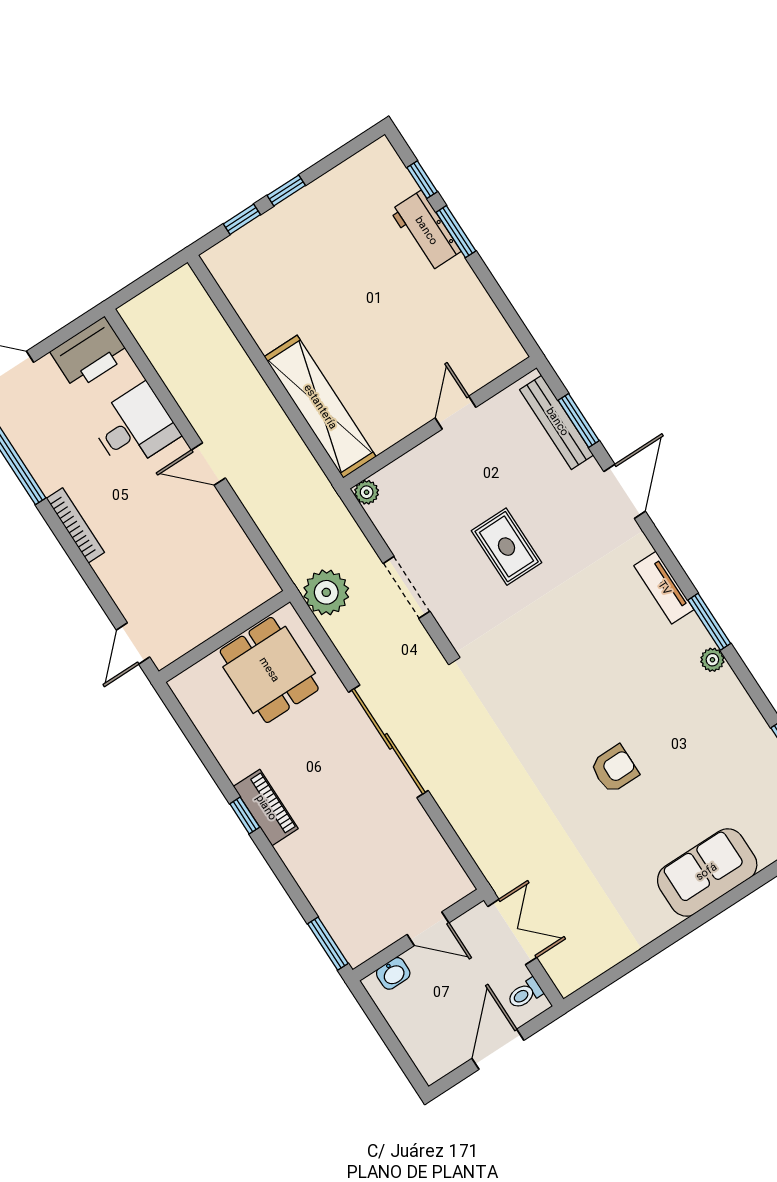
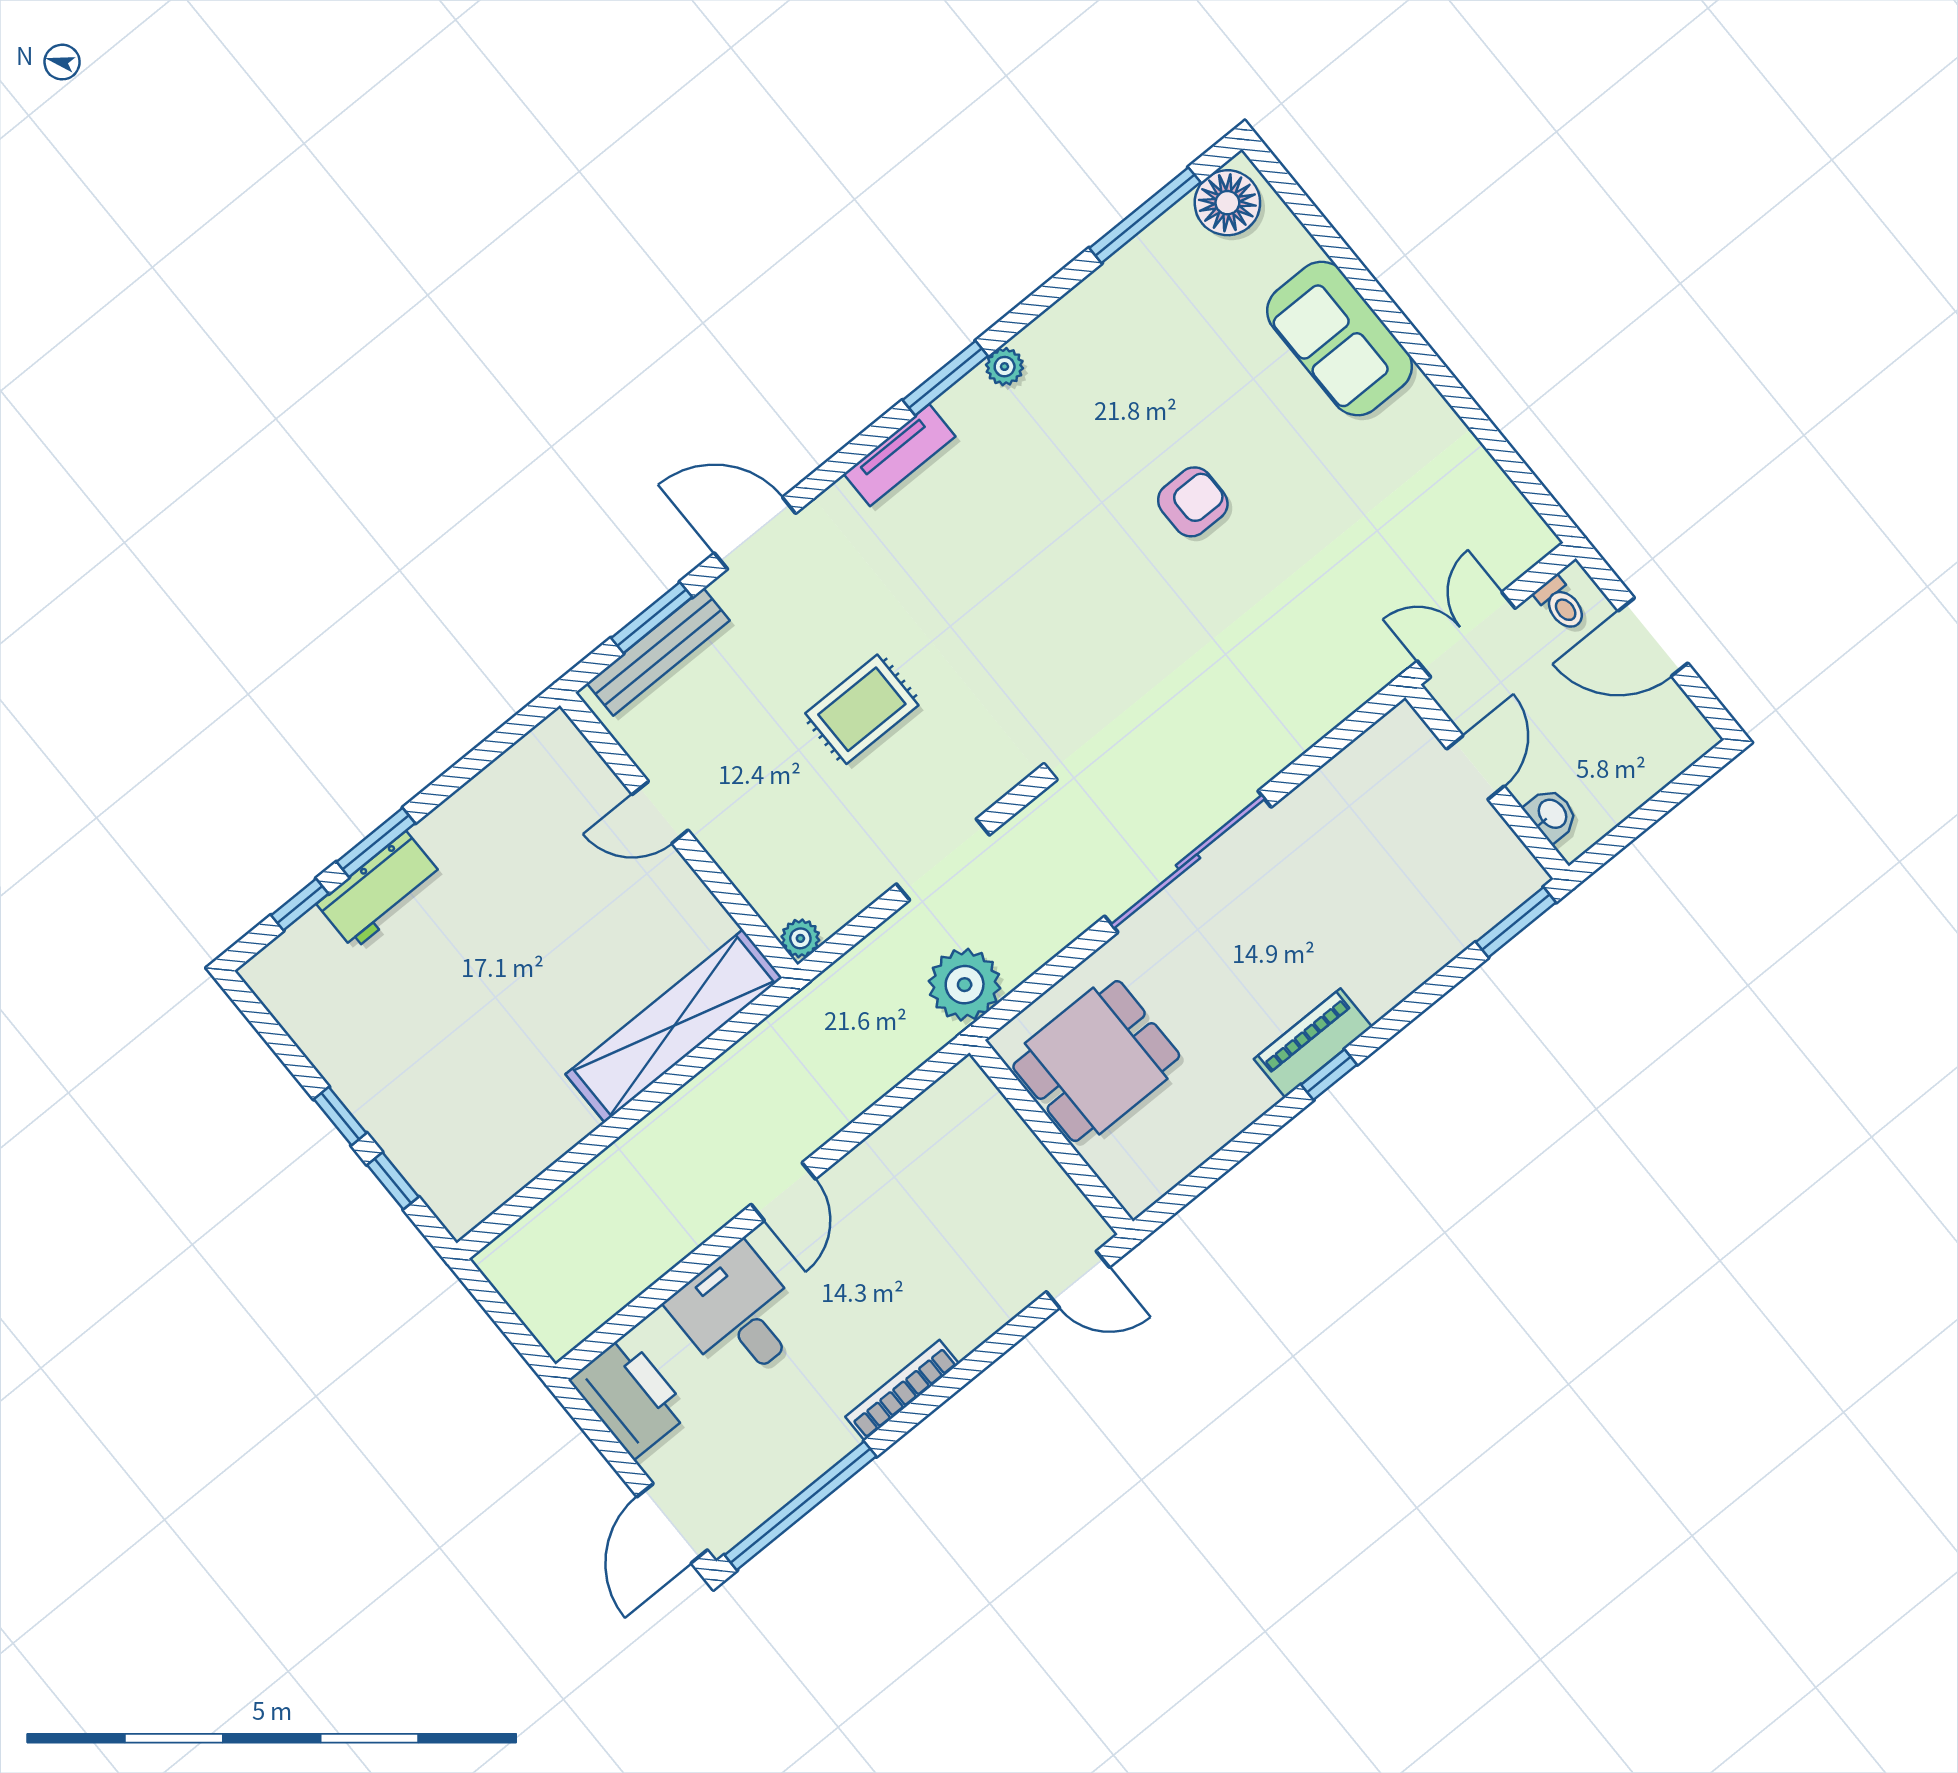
armchair: (614, 769) -> (1193, 502), turned 90

